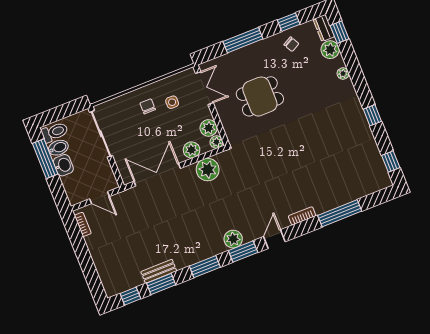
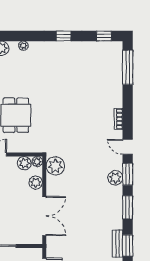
plant: (208, 170) -> (55, 166), moved
double door: (157, 175) -> (44, 216), swing flipped
window: (340, 213) -> (128, 67), moved

